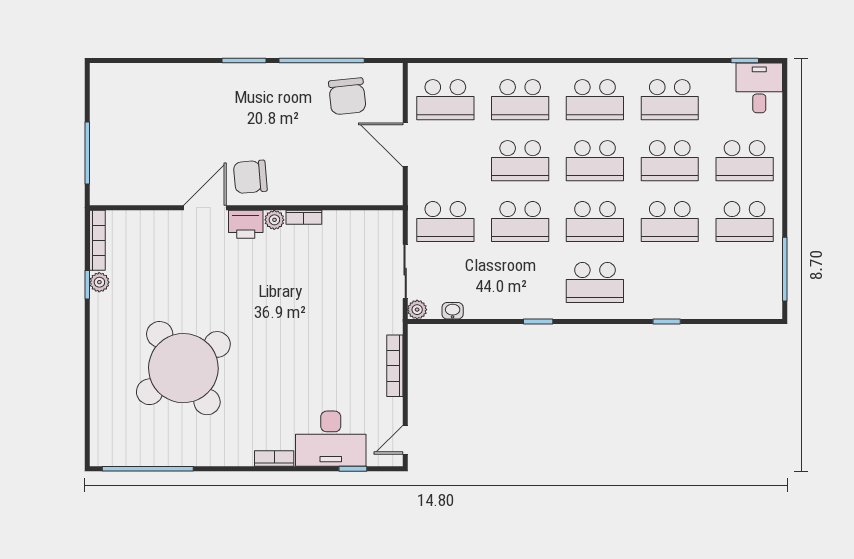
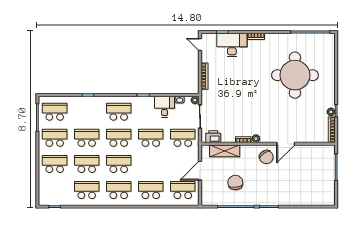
desk: (759, 88) -> (164, 107), moved, turned 180
chair: (347, 96) -> (235, 182), moved
door: (405, 145) -> (200, 171), swing flipped
school desk: (520, 161) -> (55, 112), moved
chair: (250, 177) -> (266, 157), turned 61
shelving: (348, 191) -> (225, 151), added
printer: (246, 224) -> (213, 137), moved
round table: (183, 368) -> (295, 75), turned 35
door: (405, 440) -> (200, 44), swing flipped

